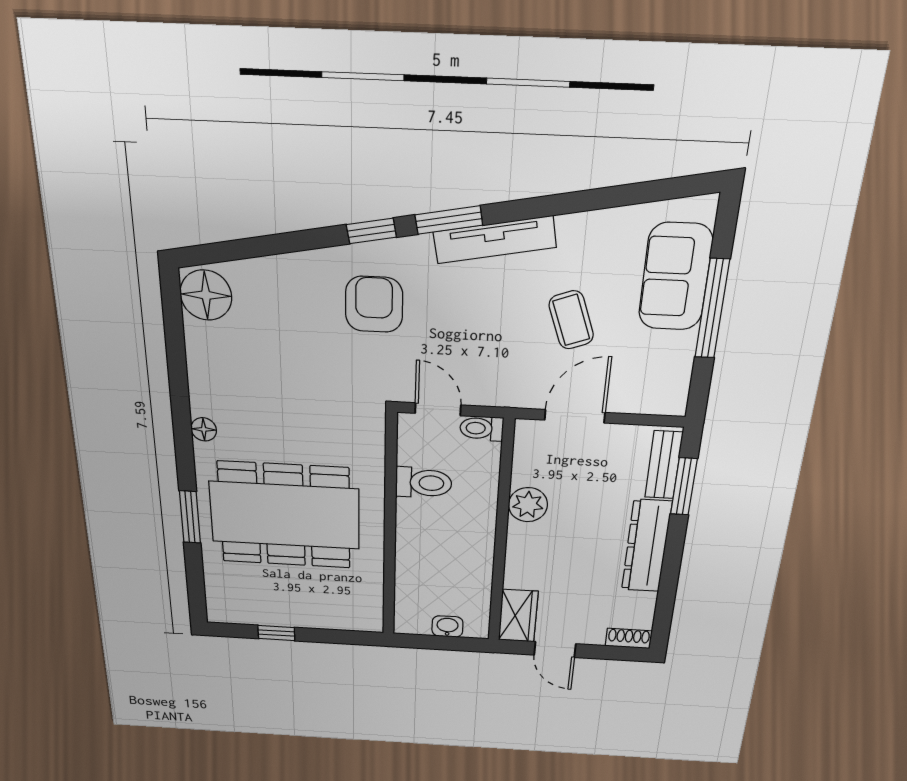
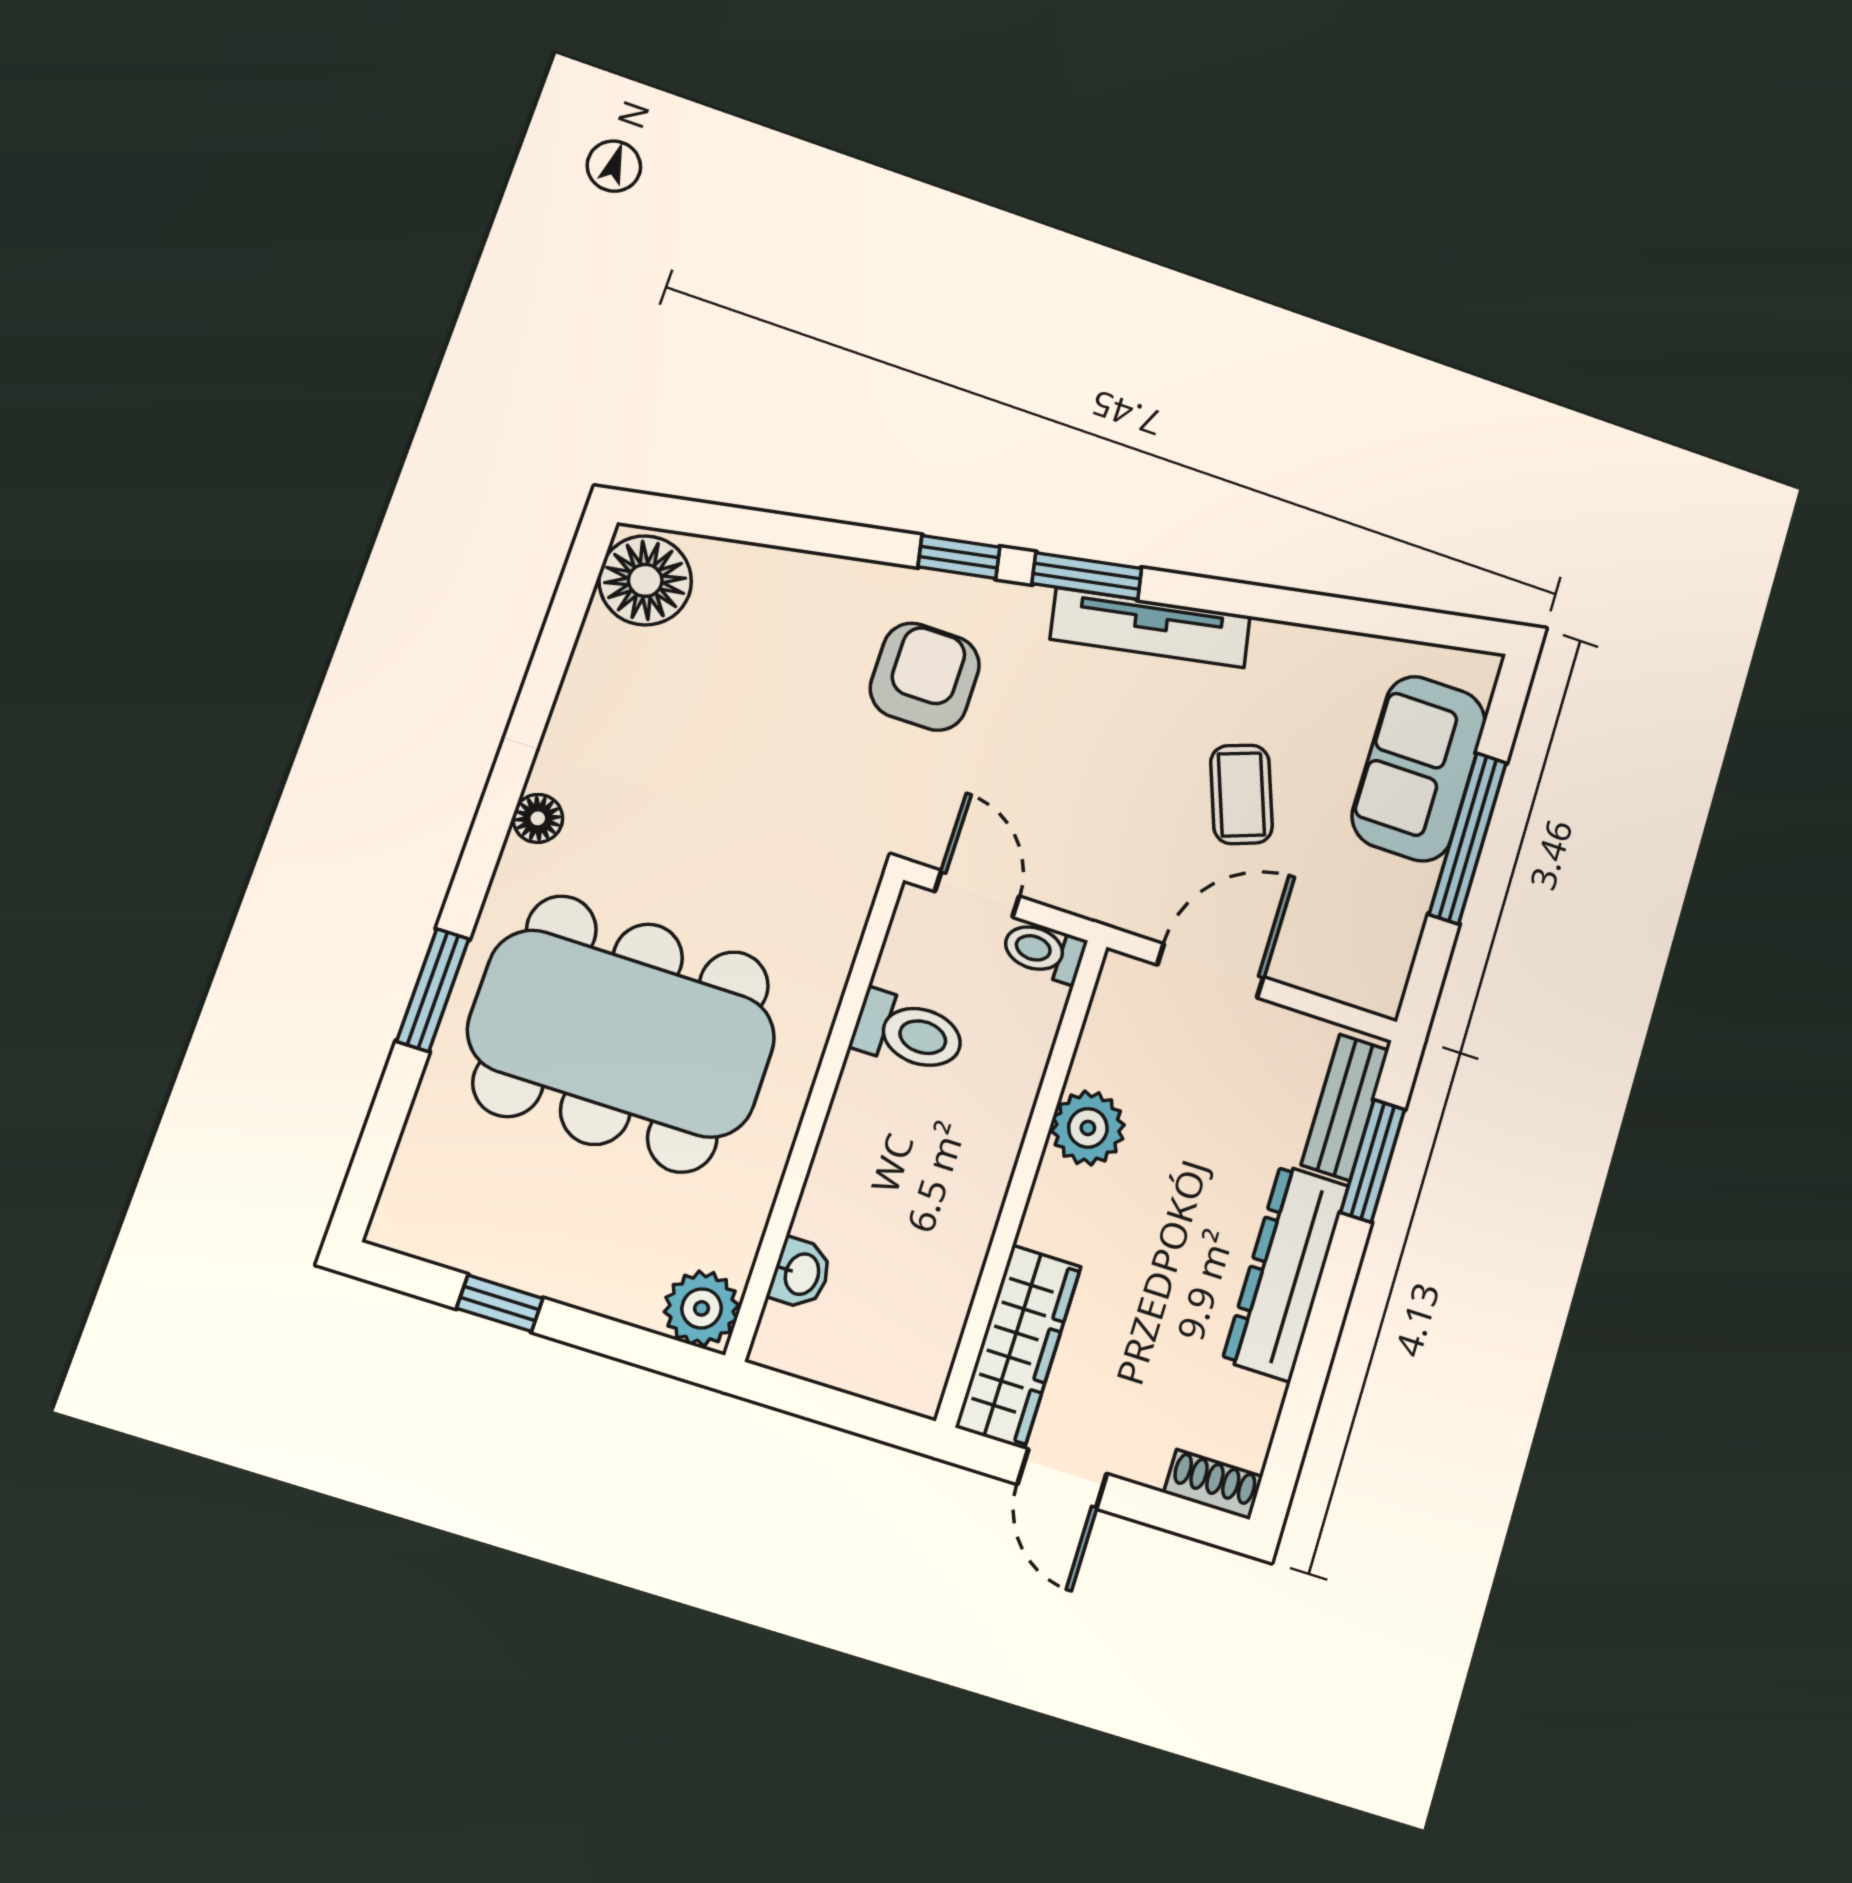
wardrobe: (518, 616) -> (1018, 1347), width x1.50
plant: (366, 617) -> (702, 1308), added
washbasin: (447, 626) -> (801, 1274), moved, turned 90

